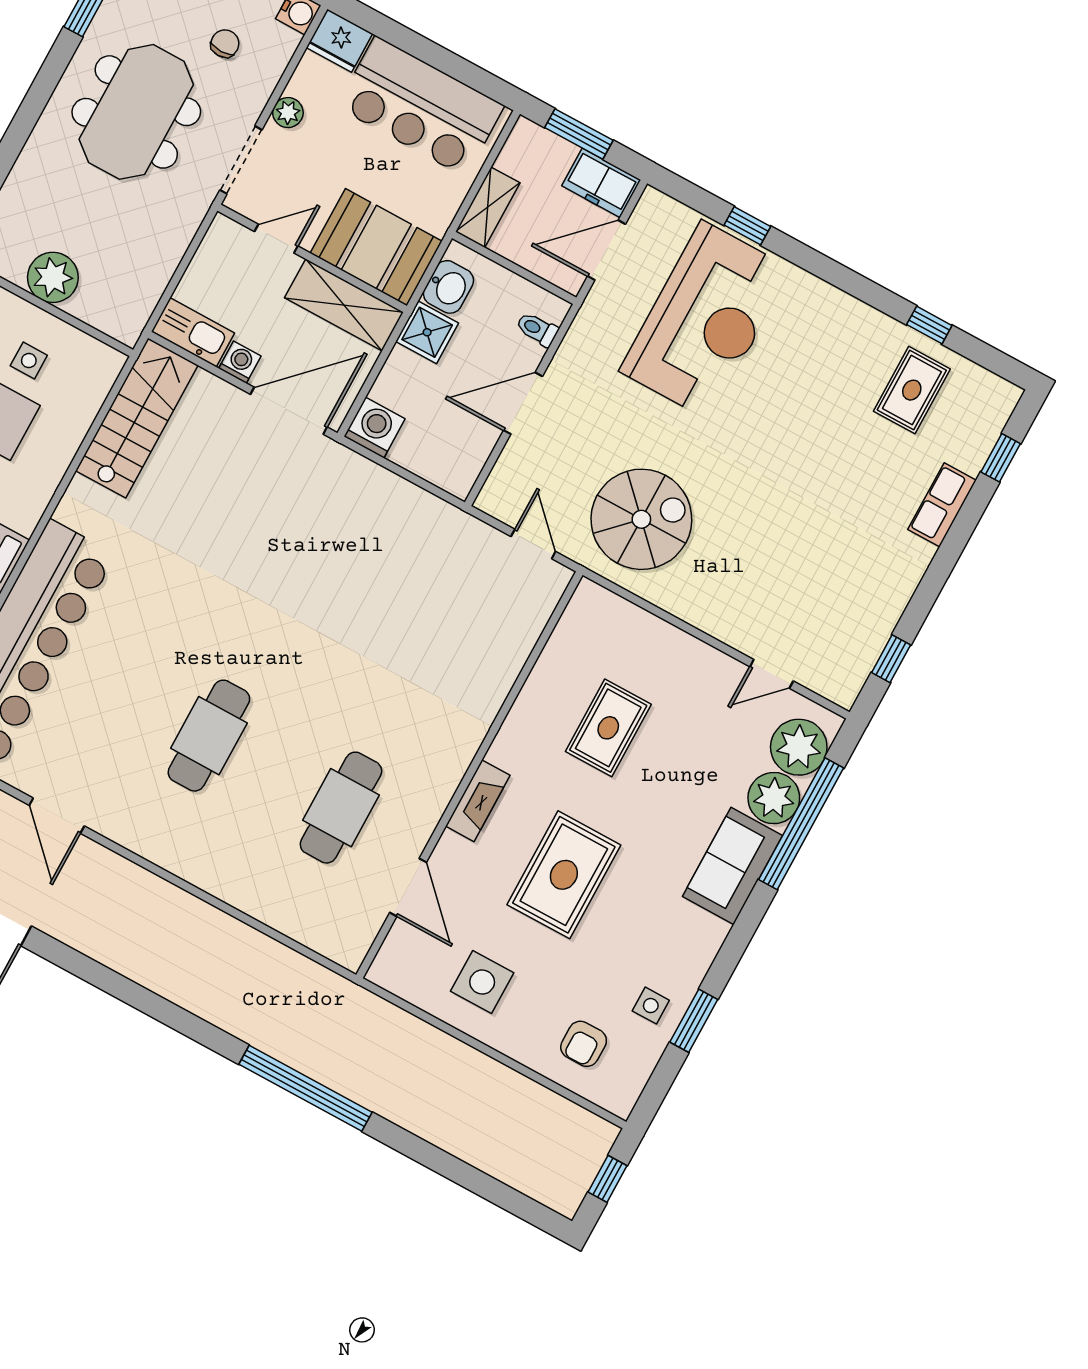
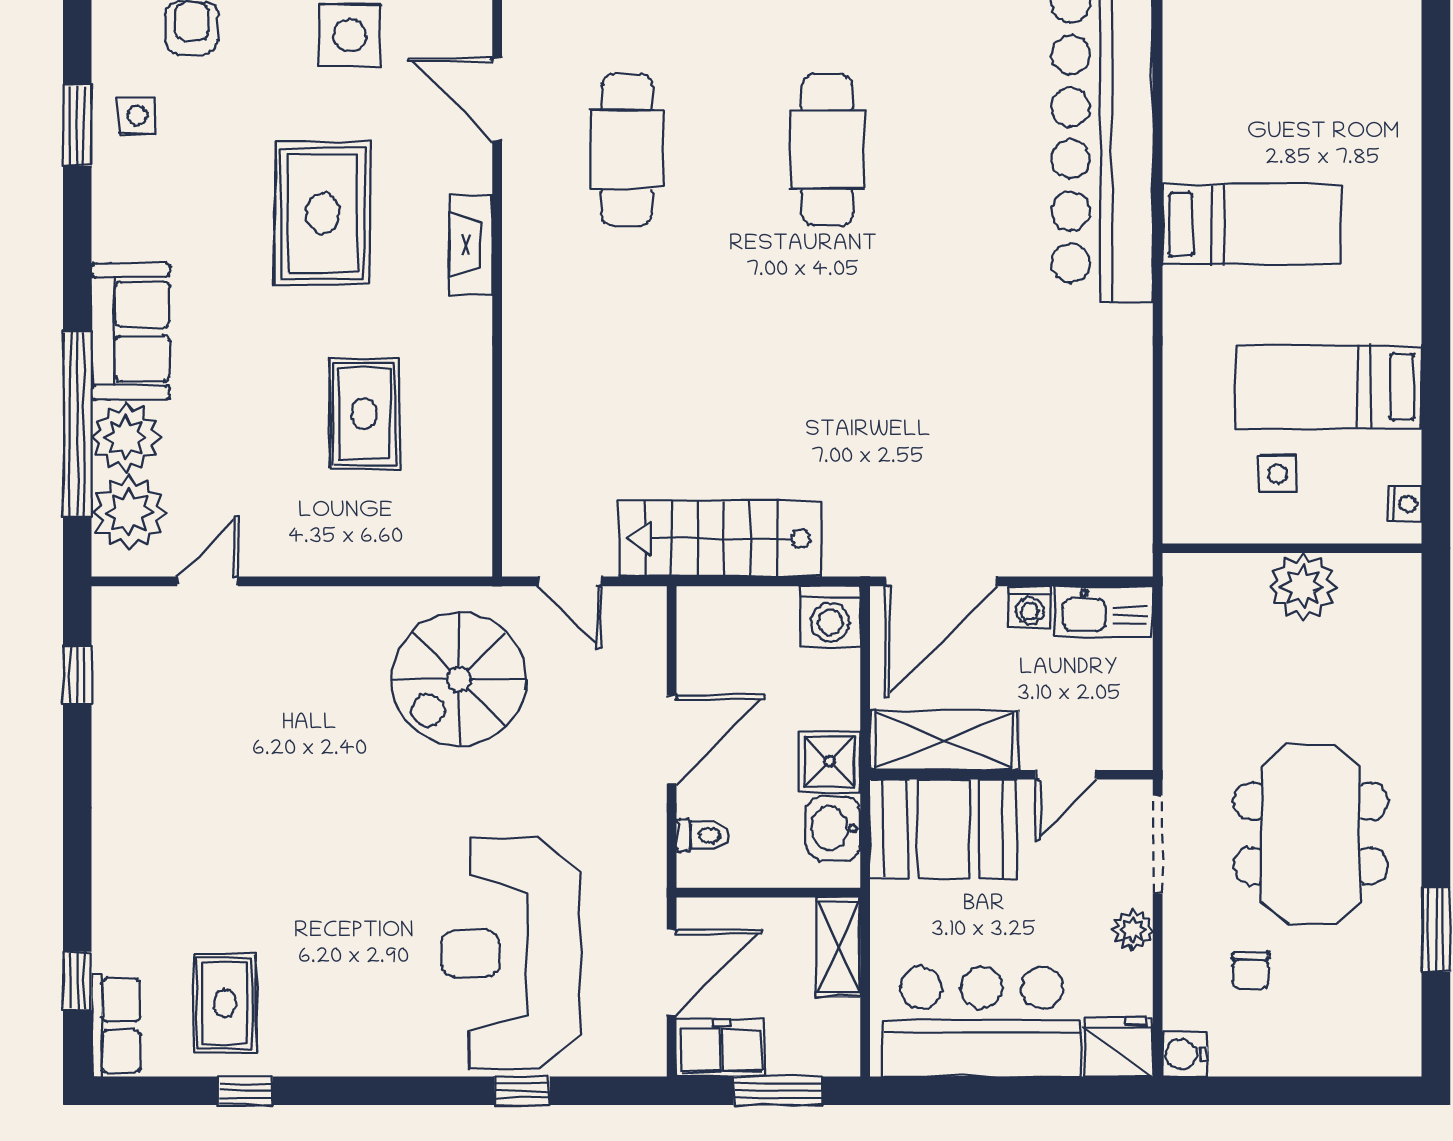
stairs: (137, 418) -> (720, 538), moved, turned 90
row of seats: (942, 505) -> (116, 1026), moved

